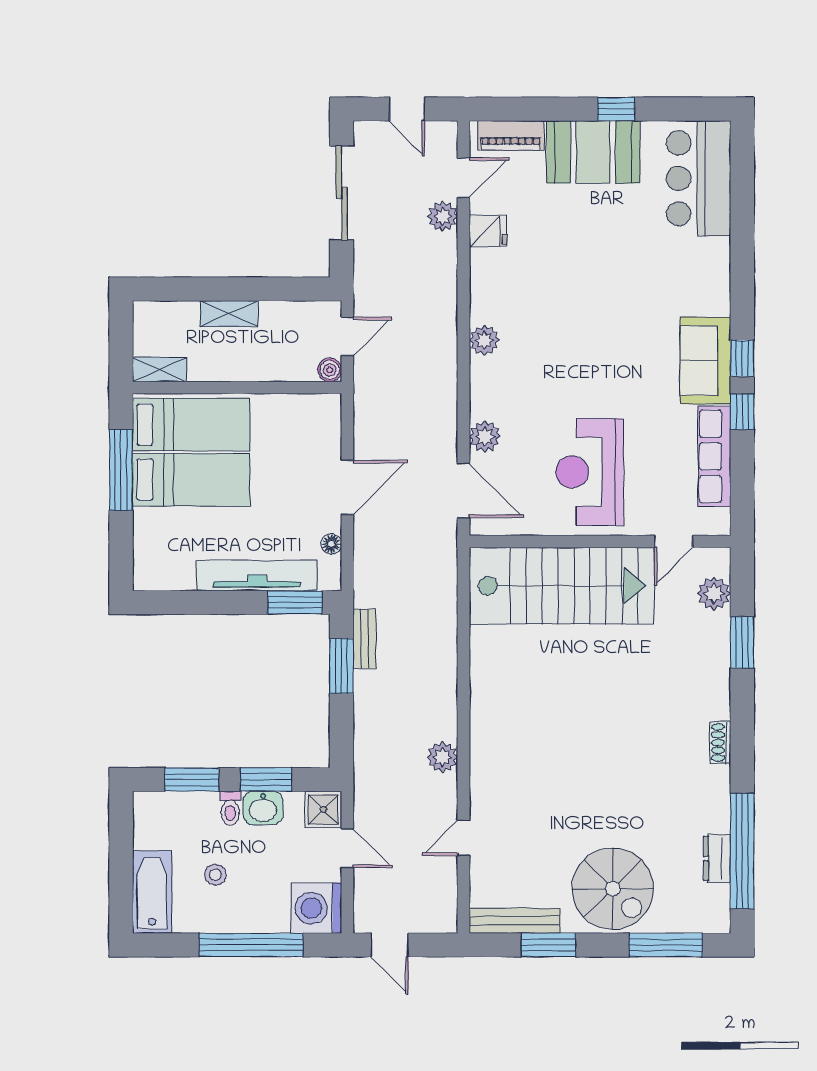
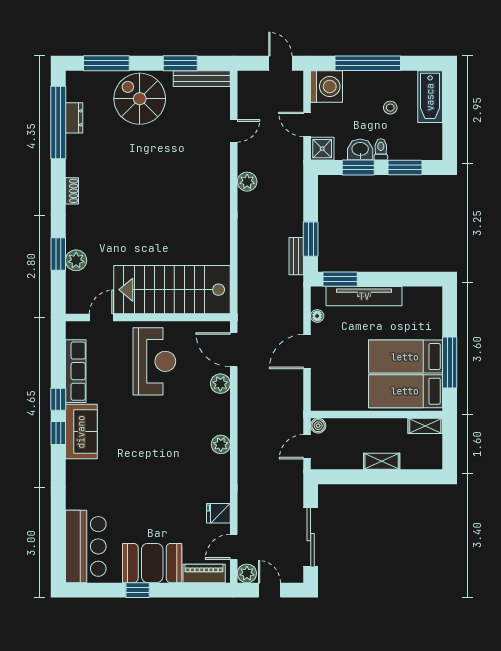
plant: (443, 216) -> (247, 573), moved
plant: (714, 594) -> (76, 260), moved

